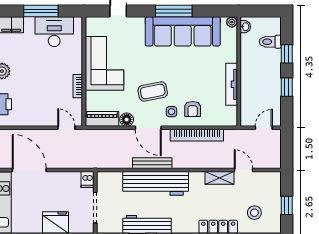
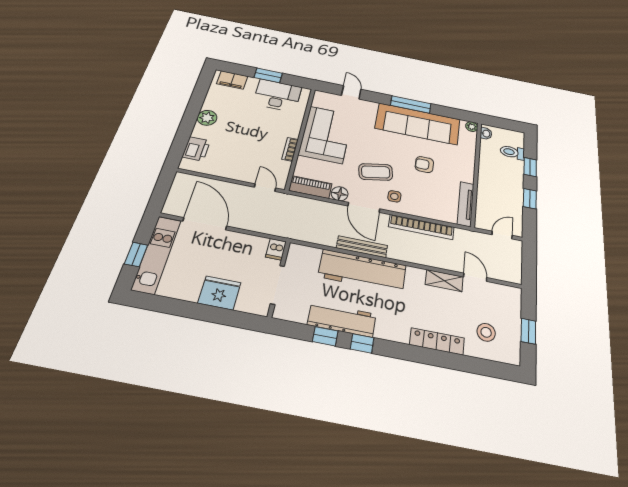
window: (41, 11) -> (268, 75), width x0.69
tv unit: (232, 84) -> (466, 204), moved
armchair: (193, 109) -> (424, 164), moved, turned 90

